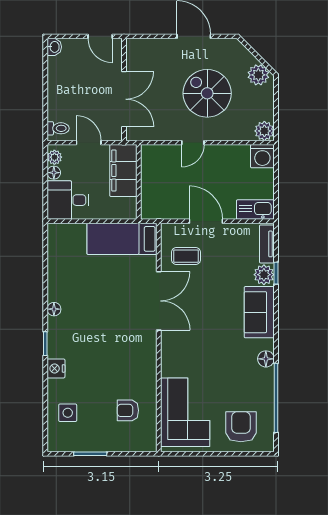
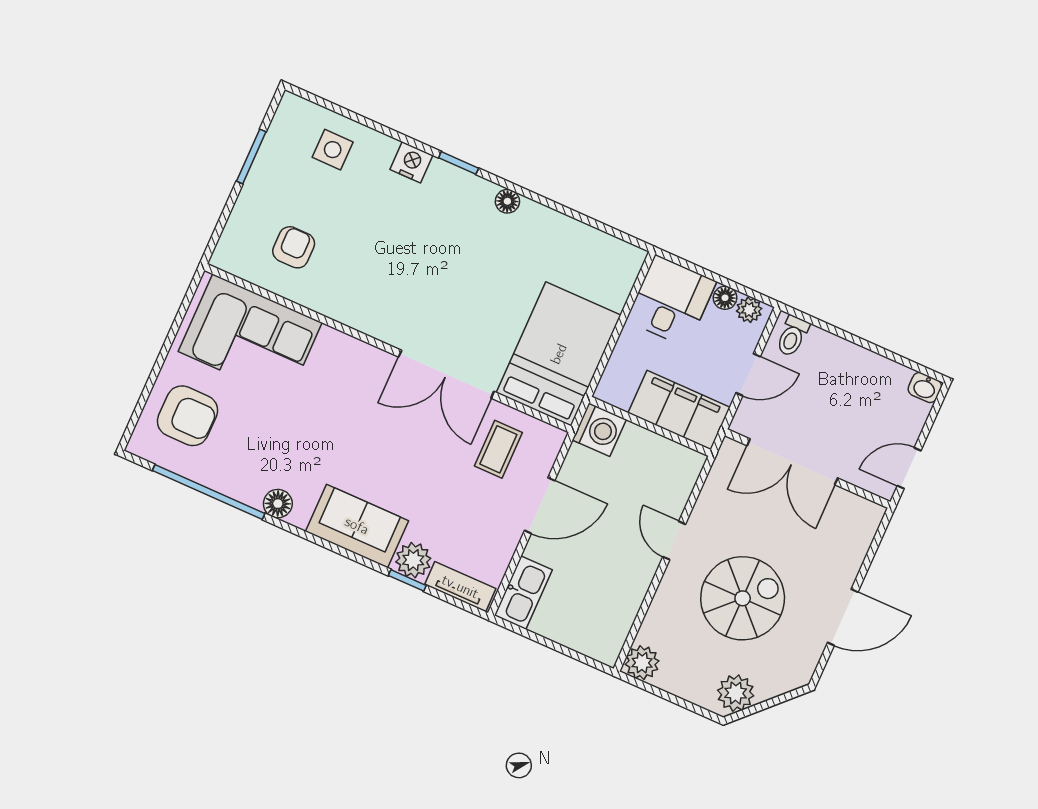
washing machine: (262, 156) -> (599, 430), moved, turned 180
bed: (122, 239) -> (559, 354), width x1.50

